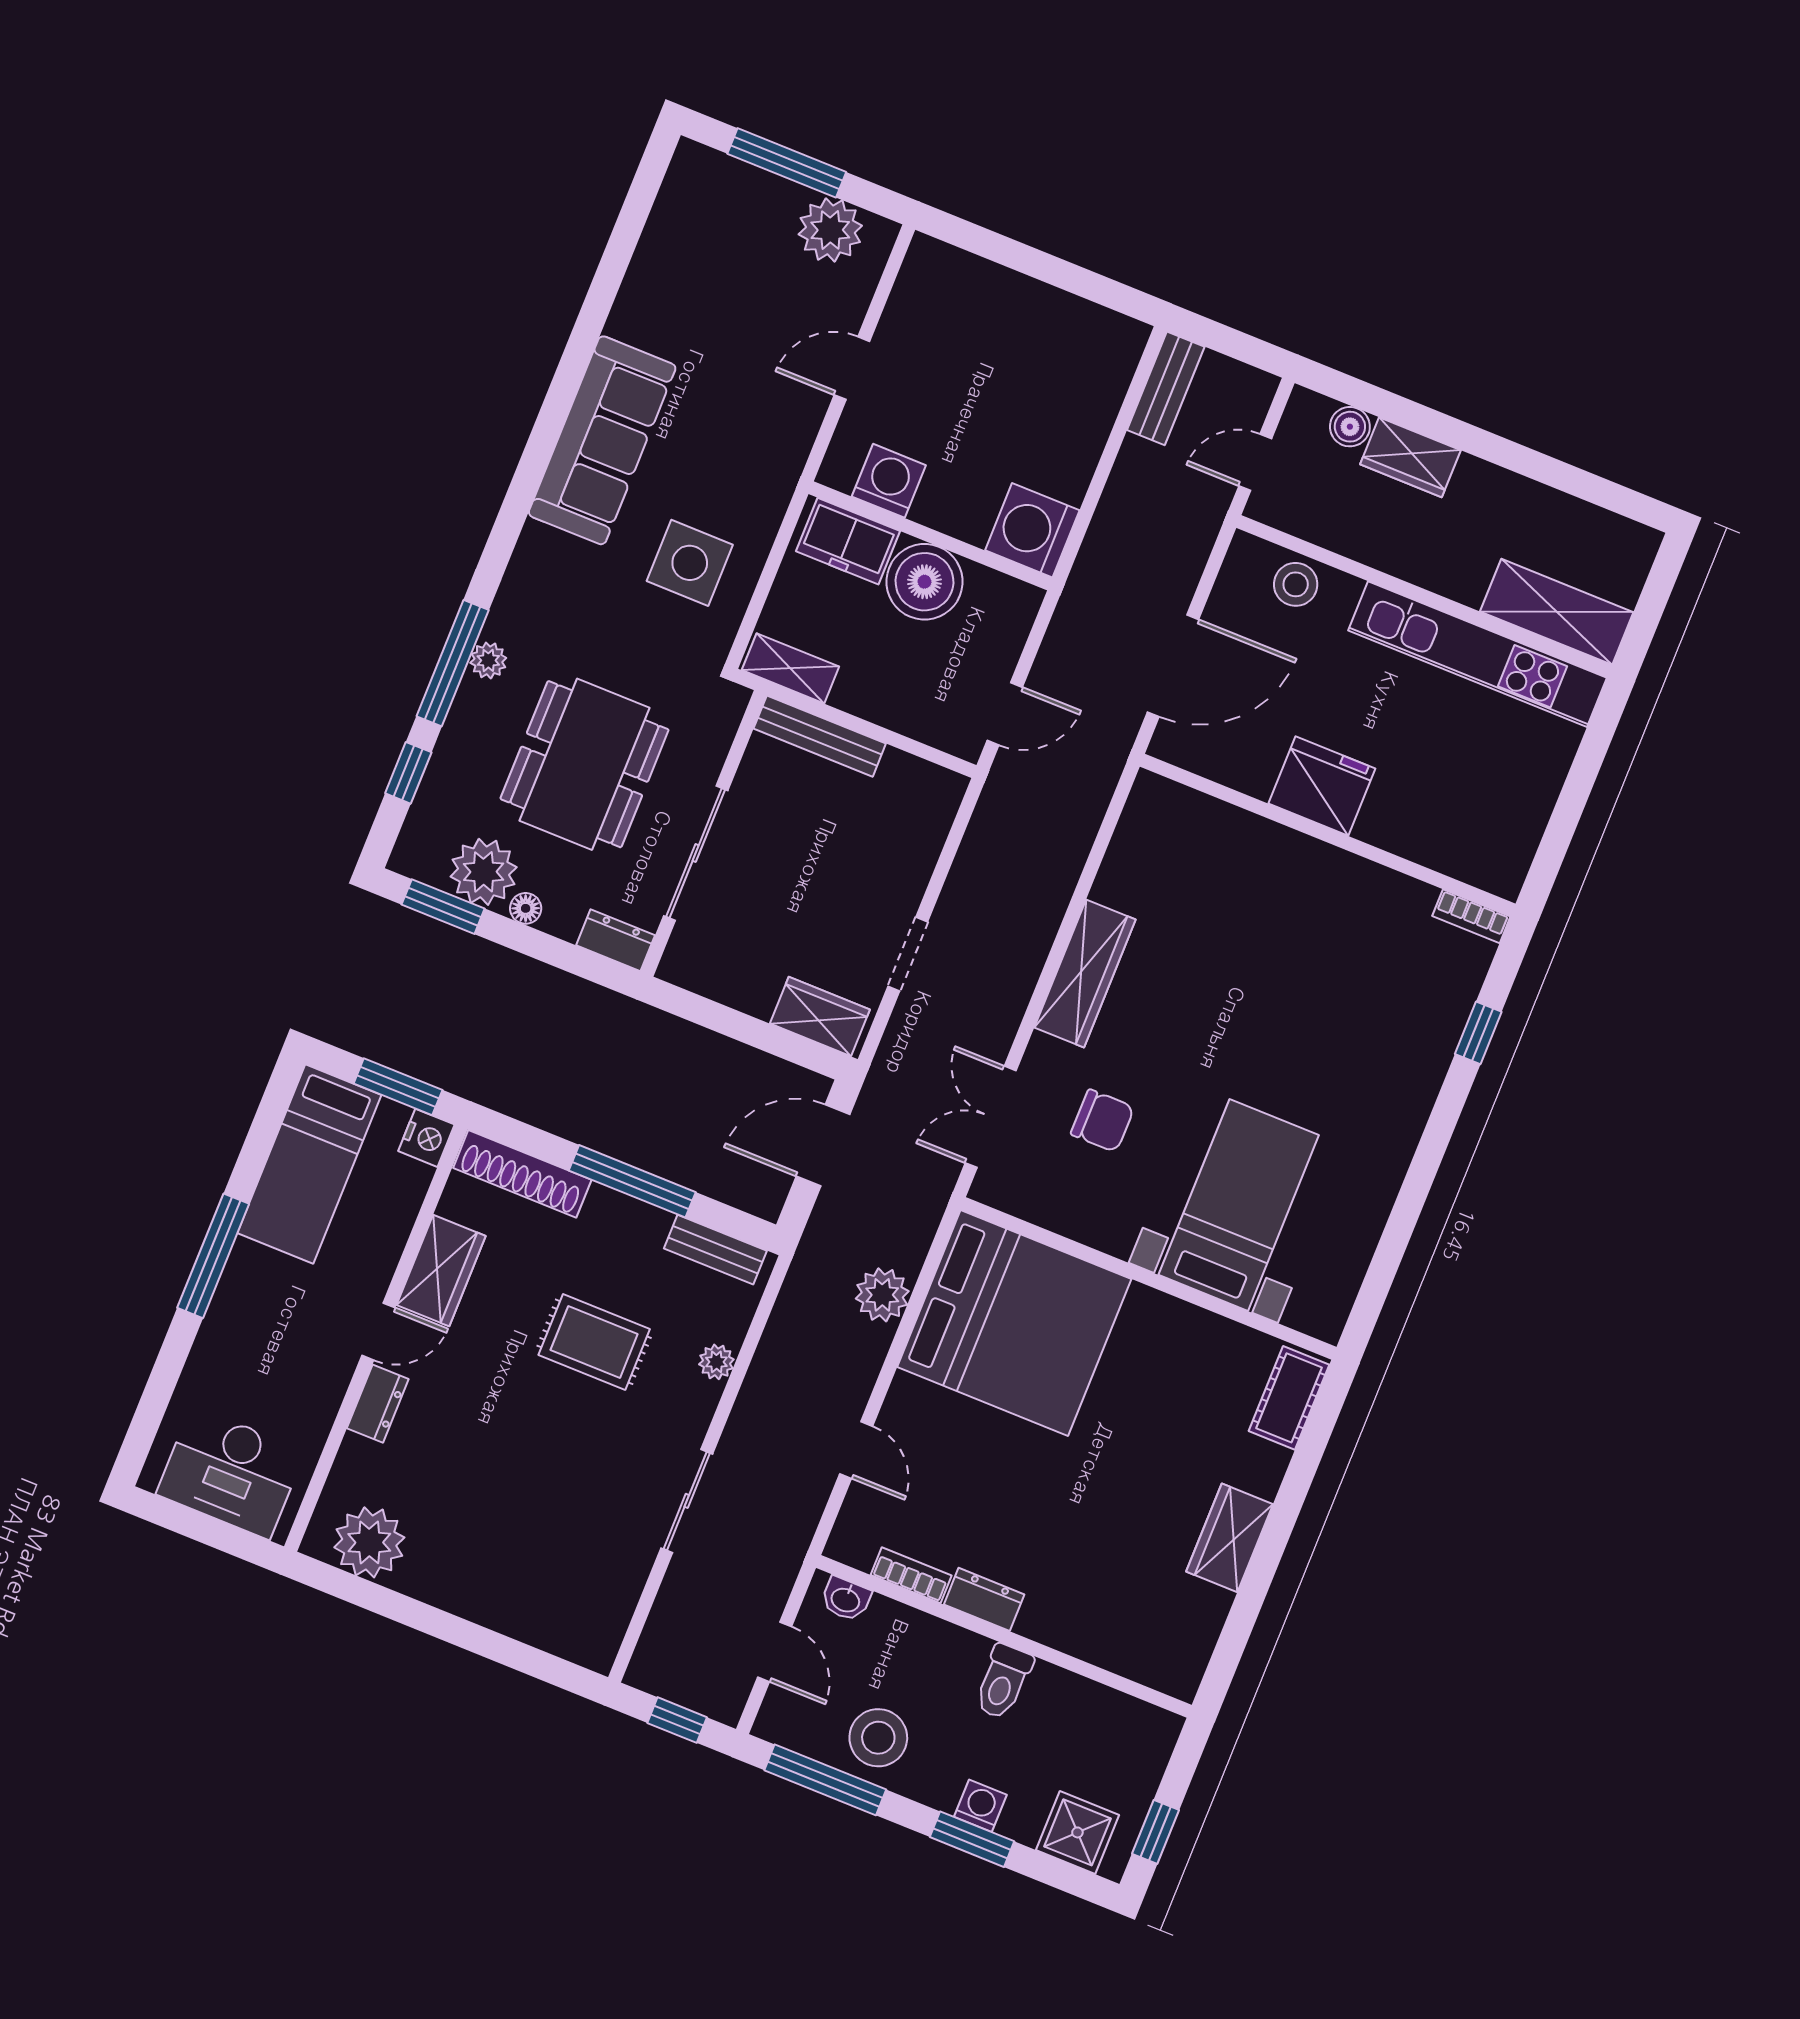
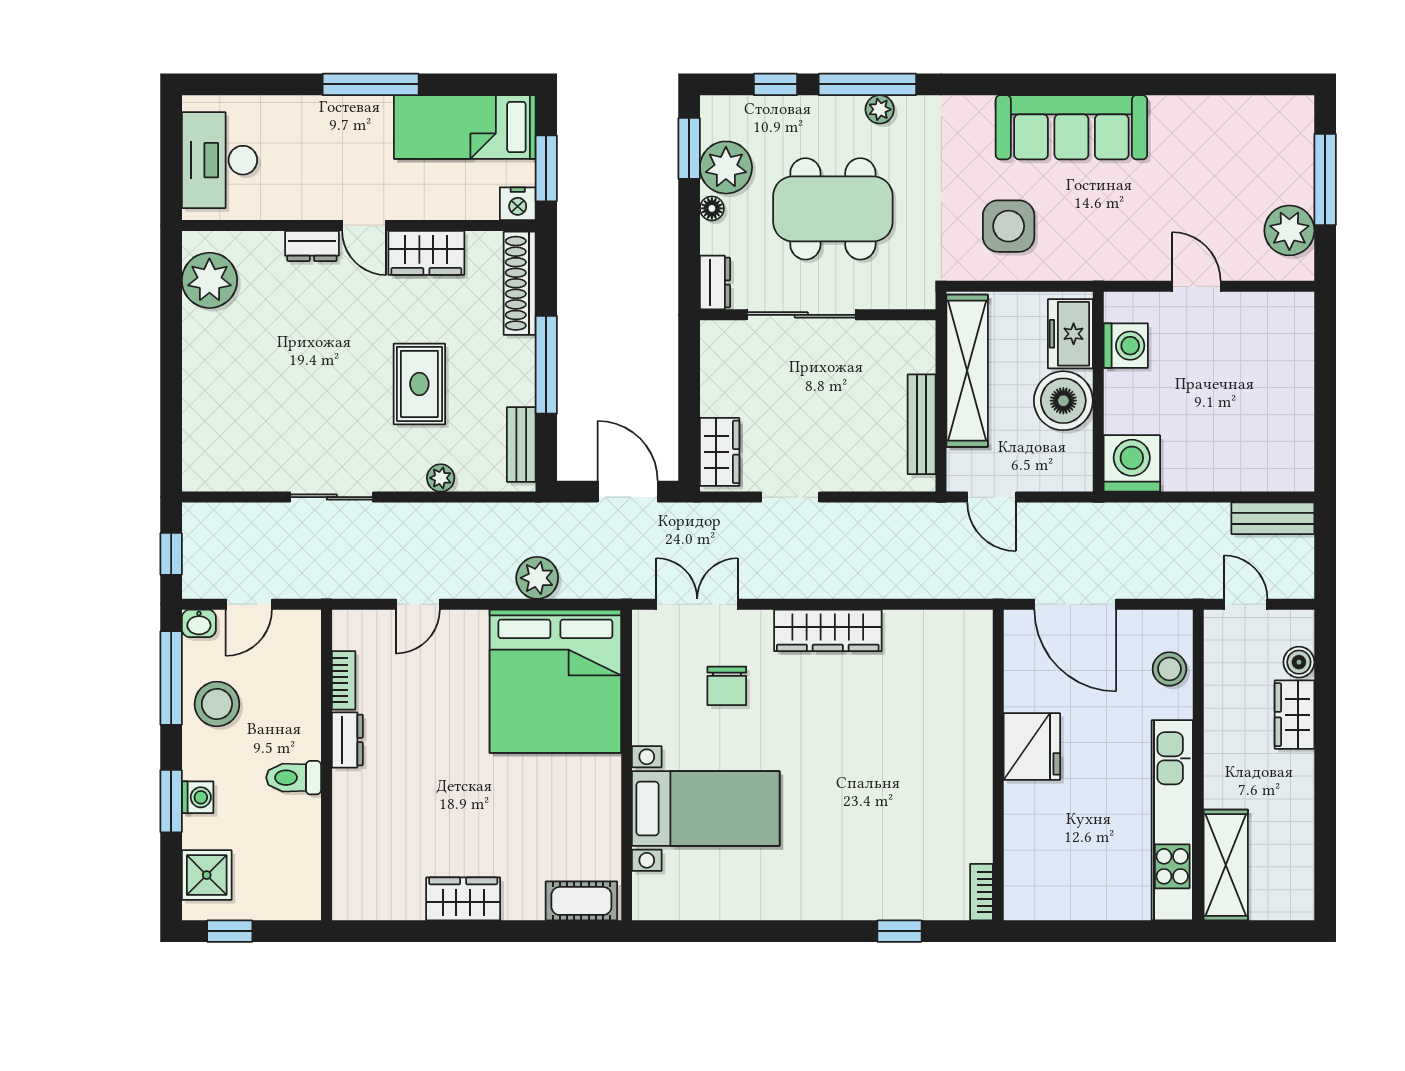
shelving: (790, 668) -> (967, 371), width x2.20, depth x1.33
bench: (820, 736) -> (922, 424), moved
washbasin: (846, 1599) -> (199, 623), moved, turned -90

